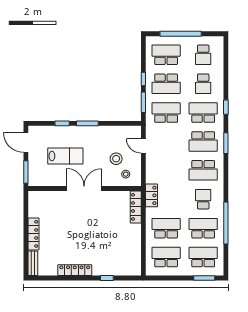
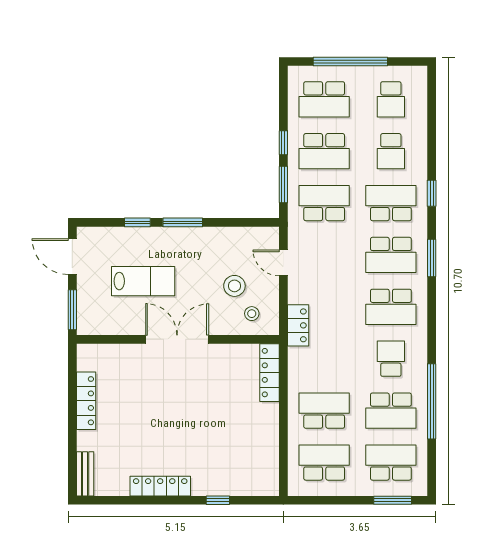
school desk: (166, 55) -> (324, 99), turned 180
locker: (152, 195) -> (298, 325), moved
school desk: (203, 228) -> (391, 411), turned 180
locker: (34, 234) -> (86, 401), moved

